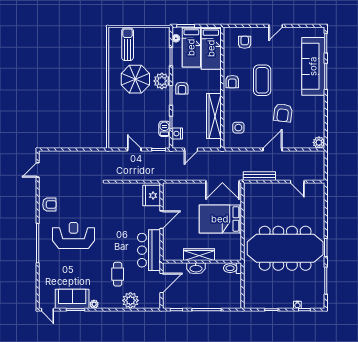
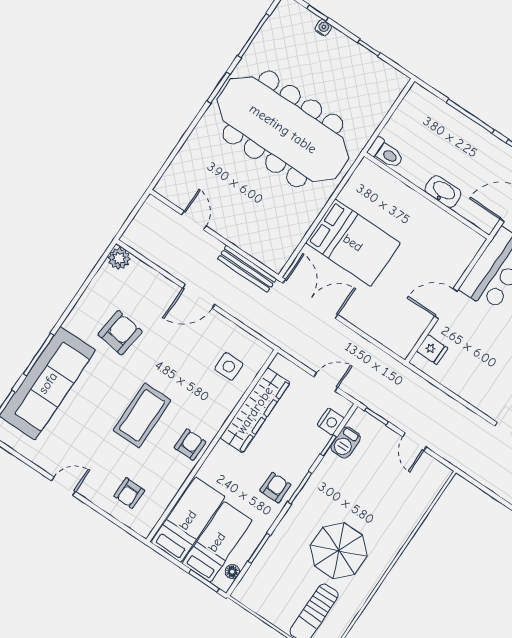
plant: (162, 81) -> (299, 520), removed
armchair: (283, 113) -> (120, 333), moved
fridge: (152, 195) -> (432, 350), width x0.53, depth x0.75
wardrobe: (199, 255) -> (424, 210), removed

